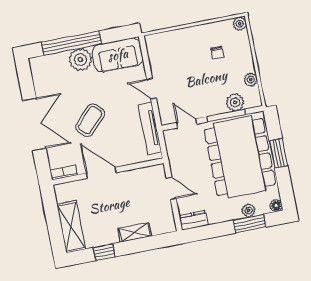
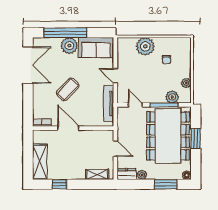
plant: (240, 24) -> (145, 46), moved, width x1.87, depth x1.87
double door: (34, 124) -> (28, 65), moved
plant: (249, 211) -> (142, 175), moved
shelving: (135, 232) -> (97, 174), moved

